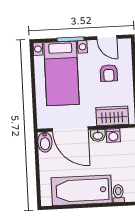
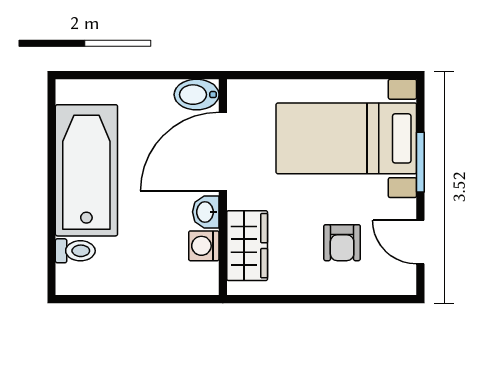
door: (107, 37) -> (420, 242), hinge flipped
armchair: (109, 73) -> (342, 243), turned -90

